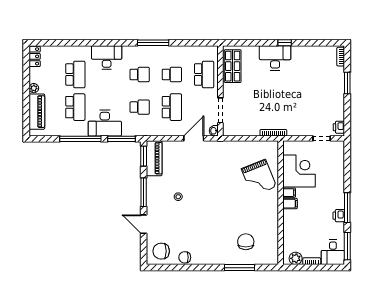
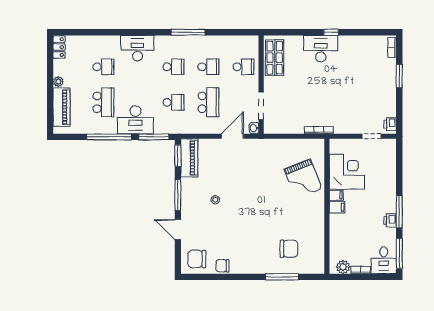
school desk: (75, 74) -> (103, 67), width x0.54
school desk: (204, 74) -> (243, 67), width x0.54
chair: (246, 242) -> (289, 249), turned 90

